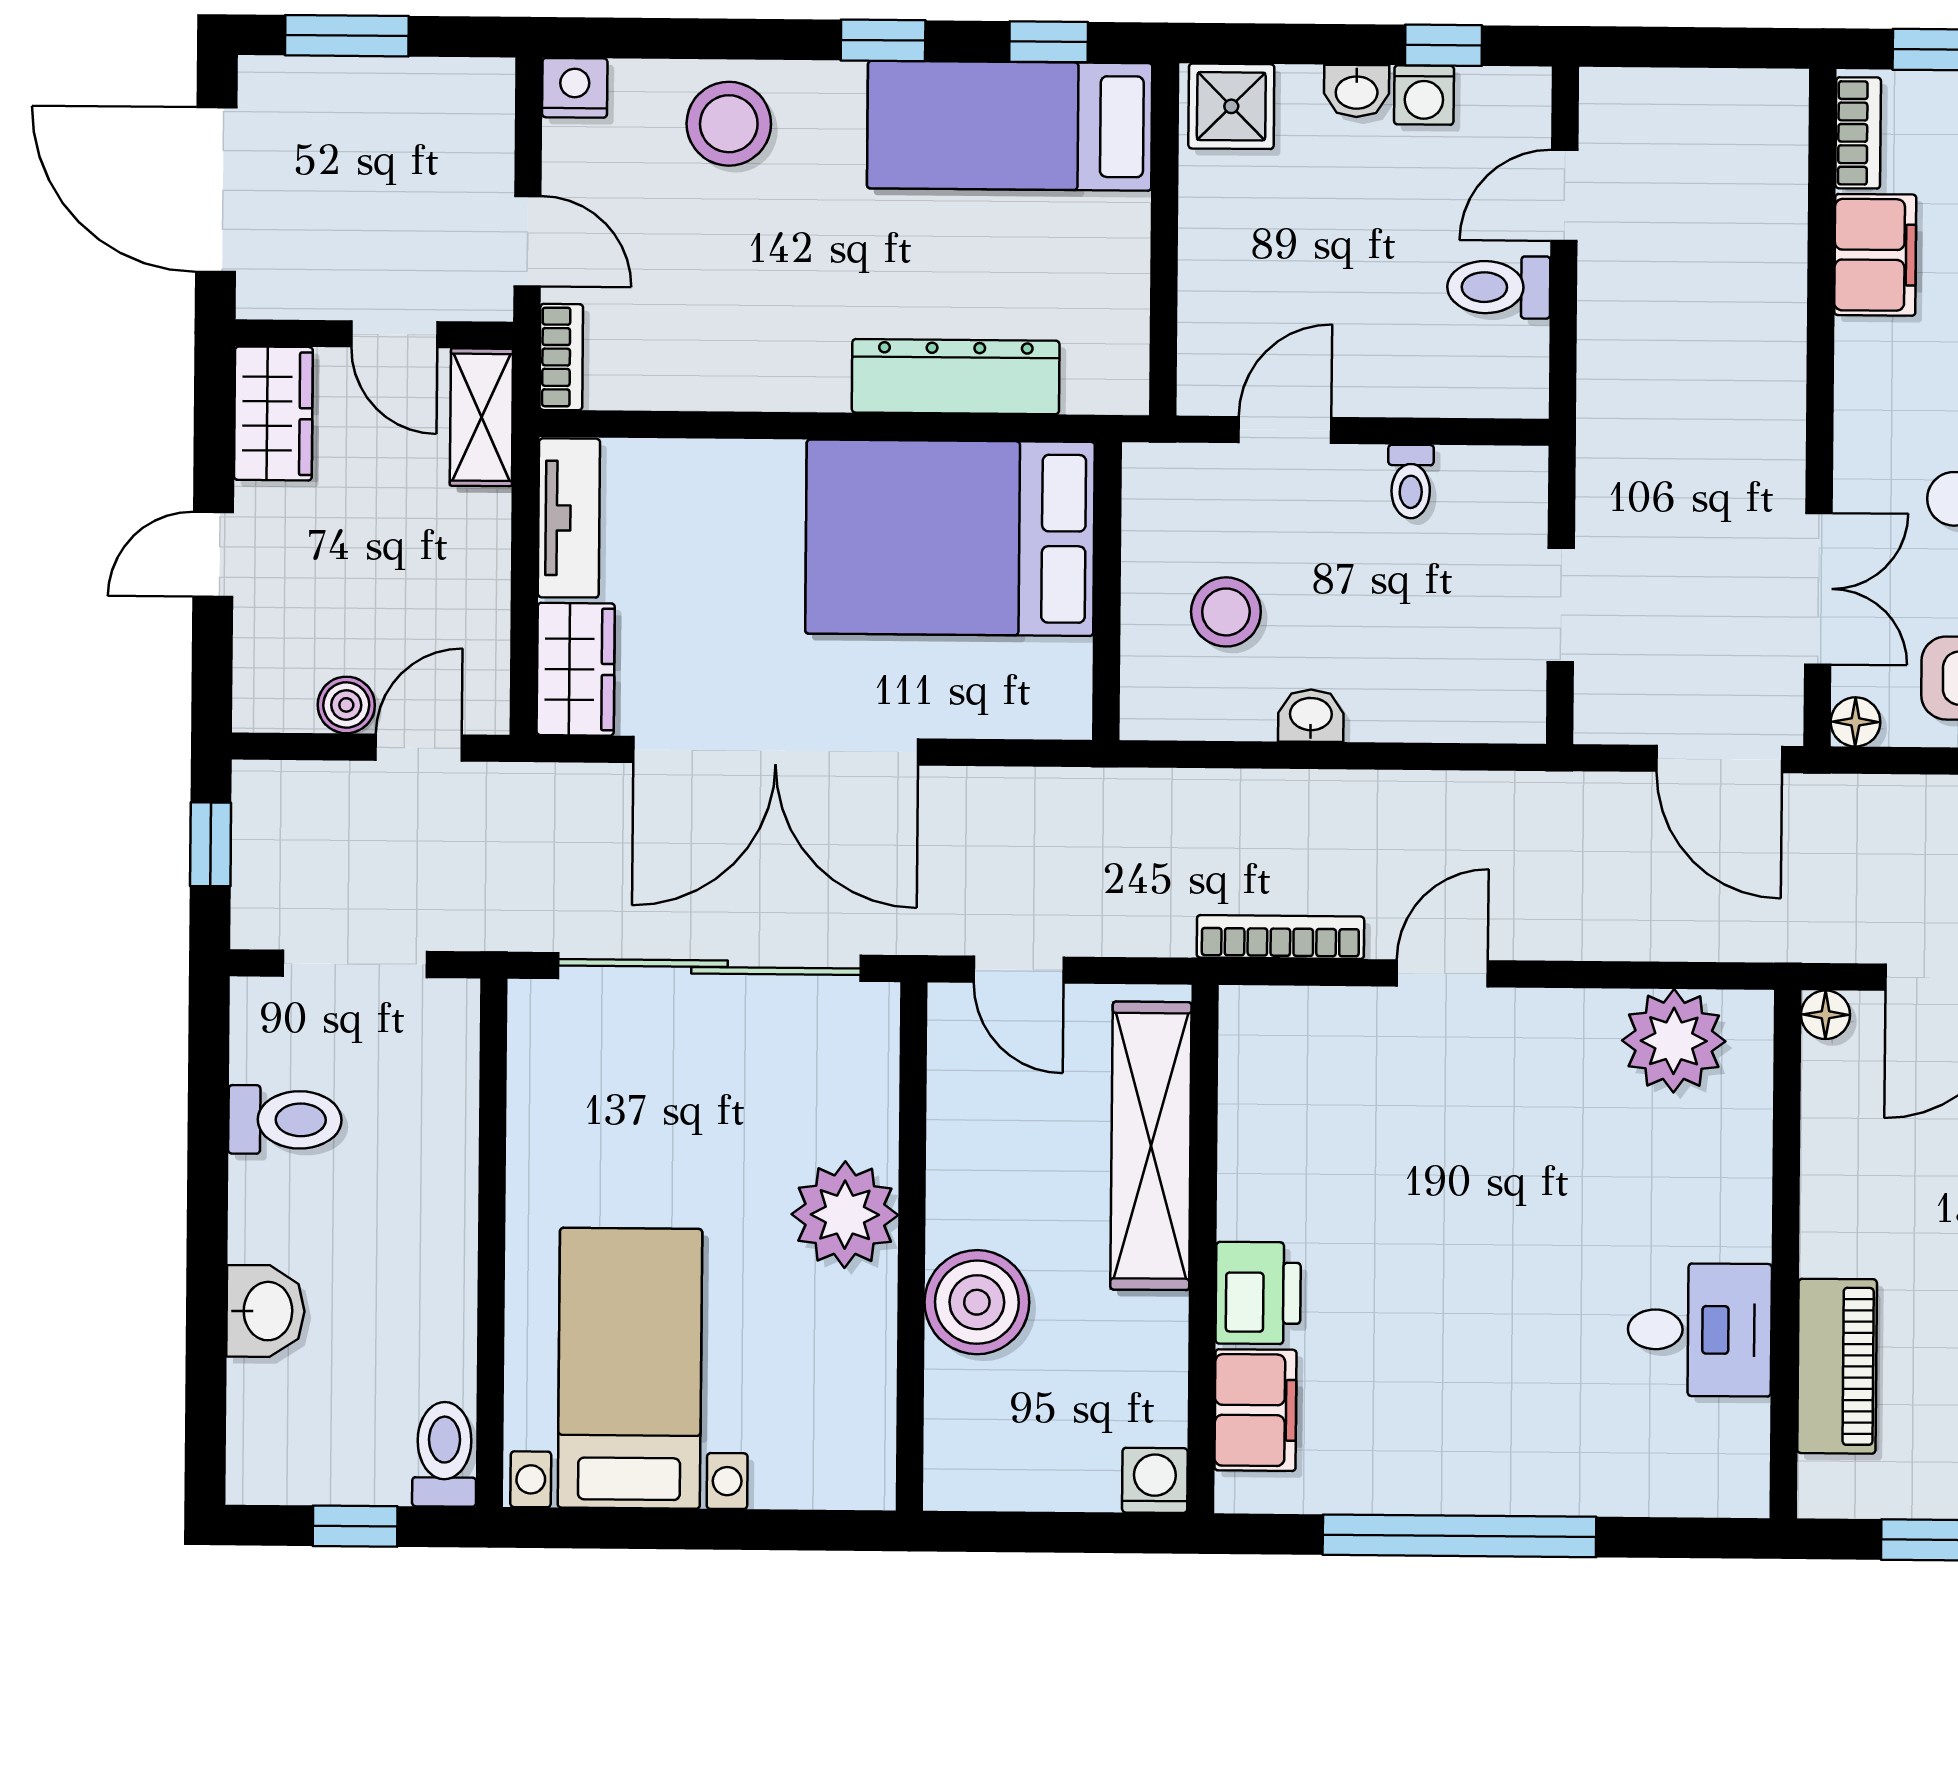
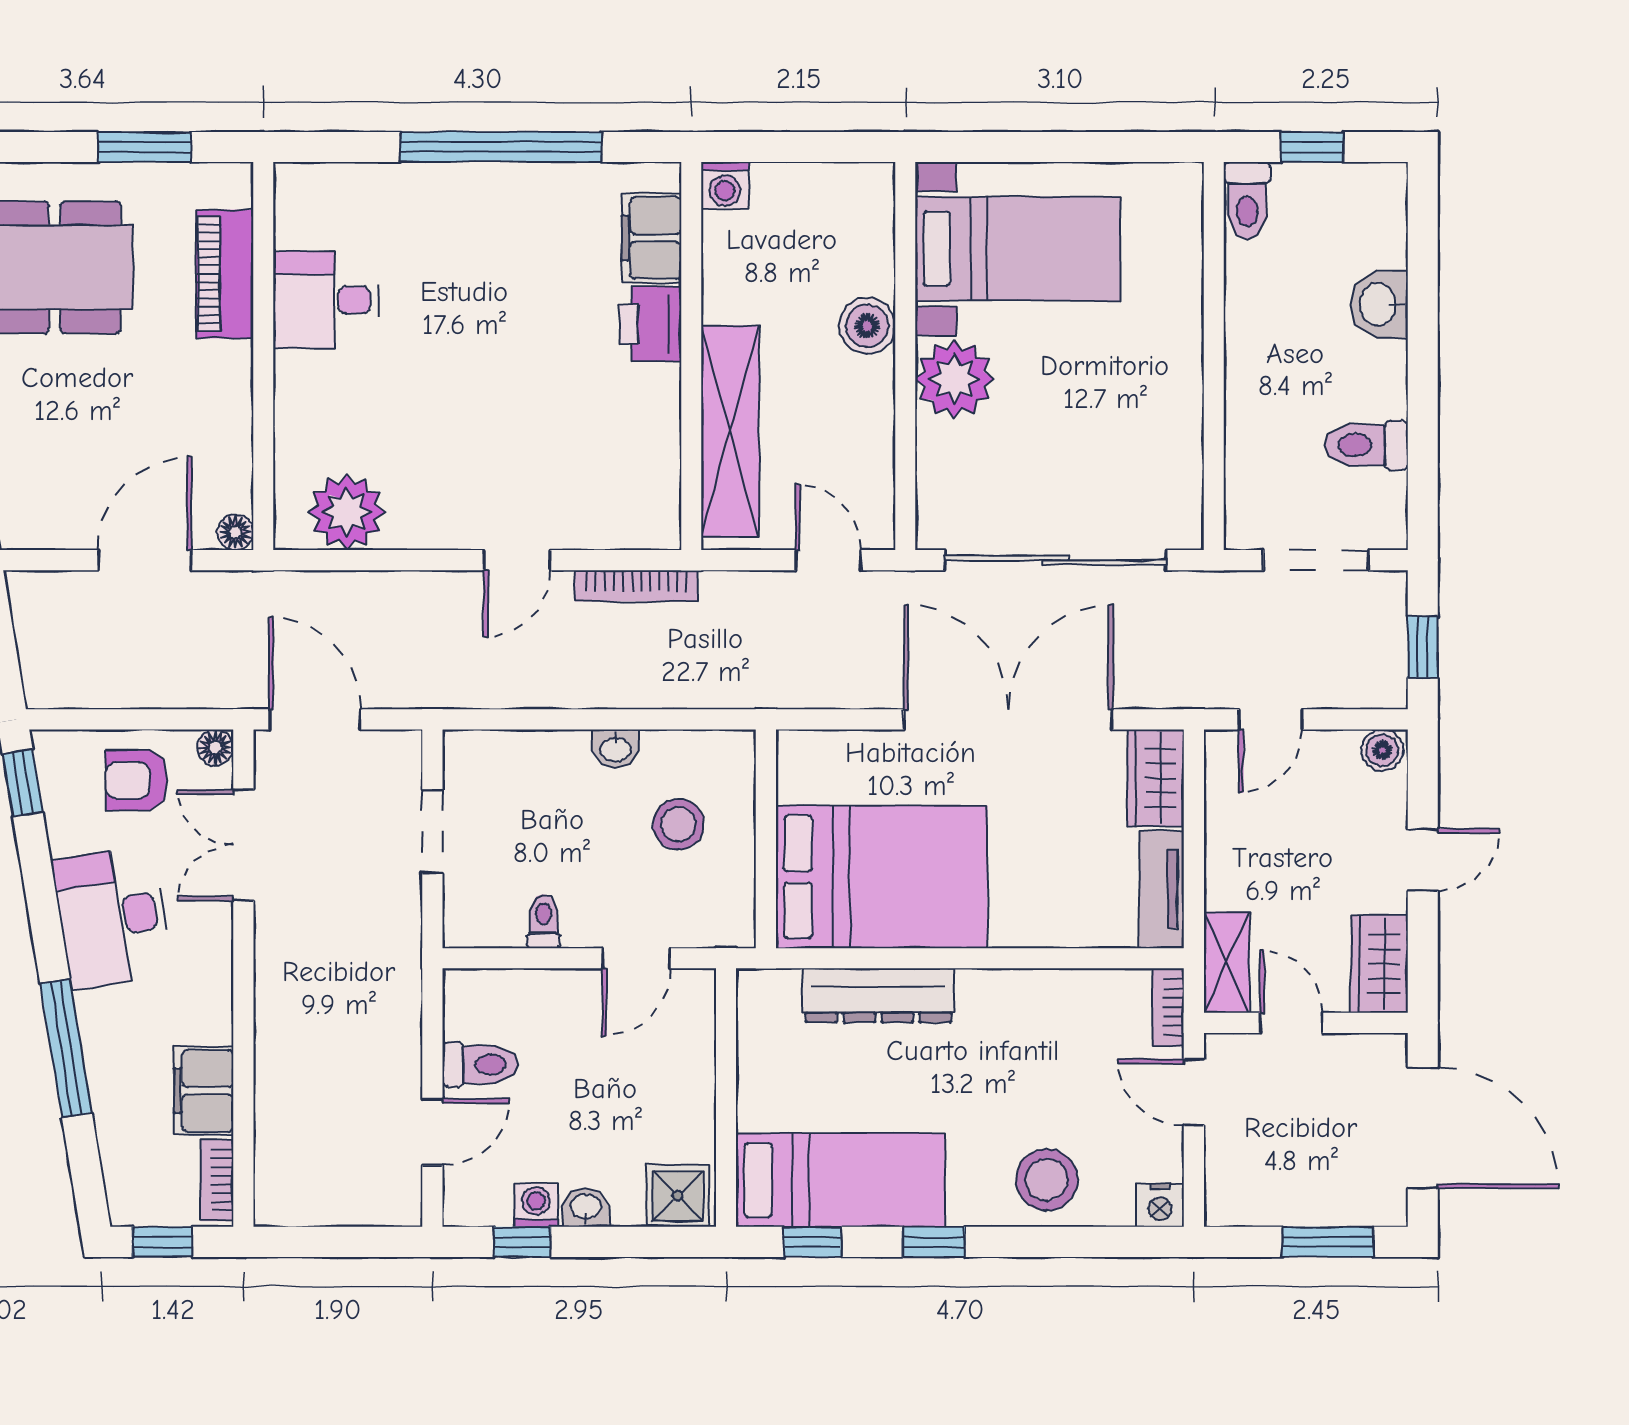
boiler: (346, 705) -> (1382, 750), moved
boiler: (977, 1302) -> (867, 326), width x0.73, depth x0.73
bed with nightstands: (630, 1368) -> (1018, 249), moved, turned -90

